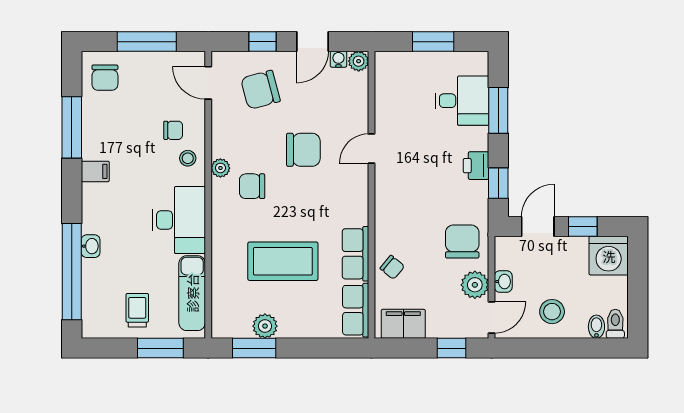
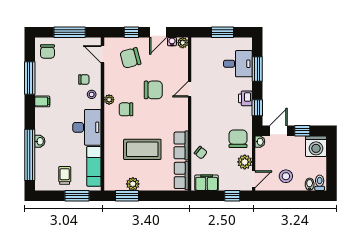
washbasin: (503, 282) -> (260, 142), moved

